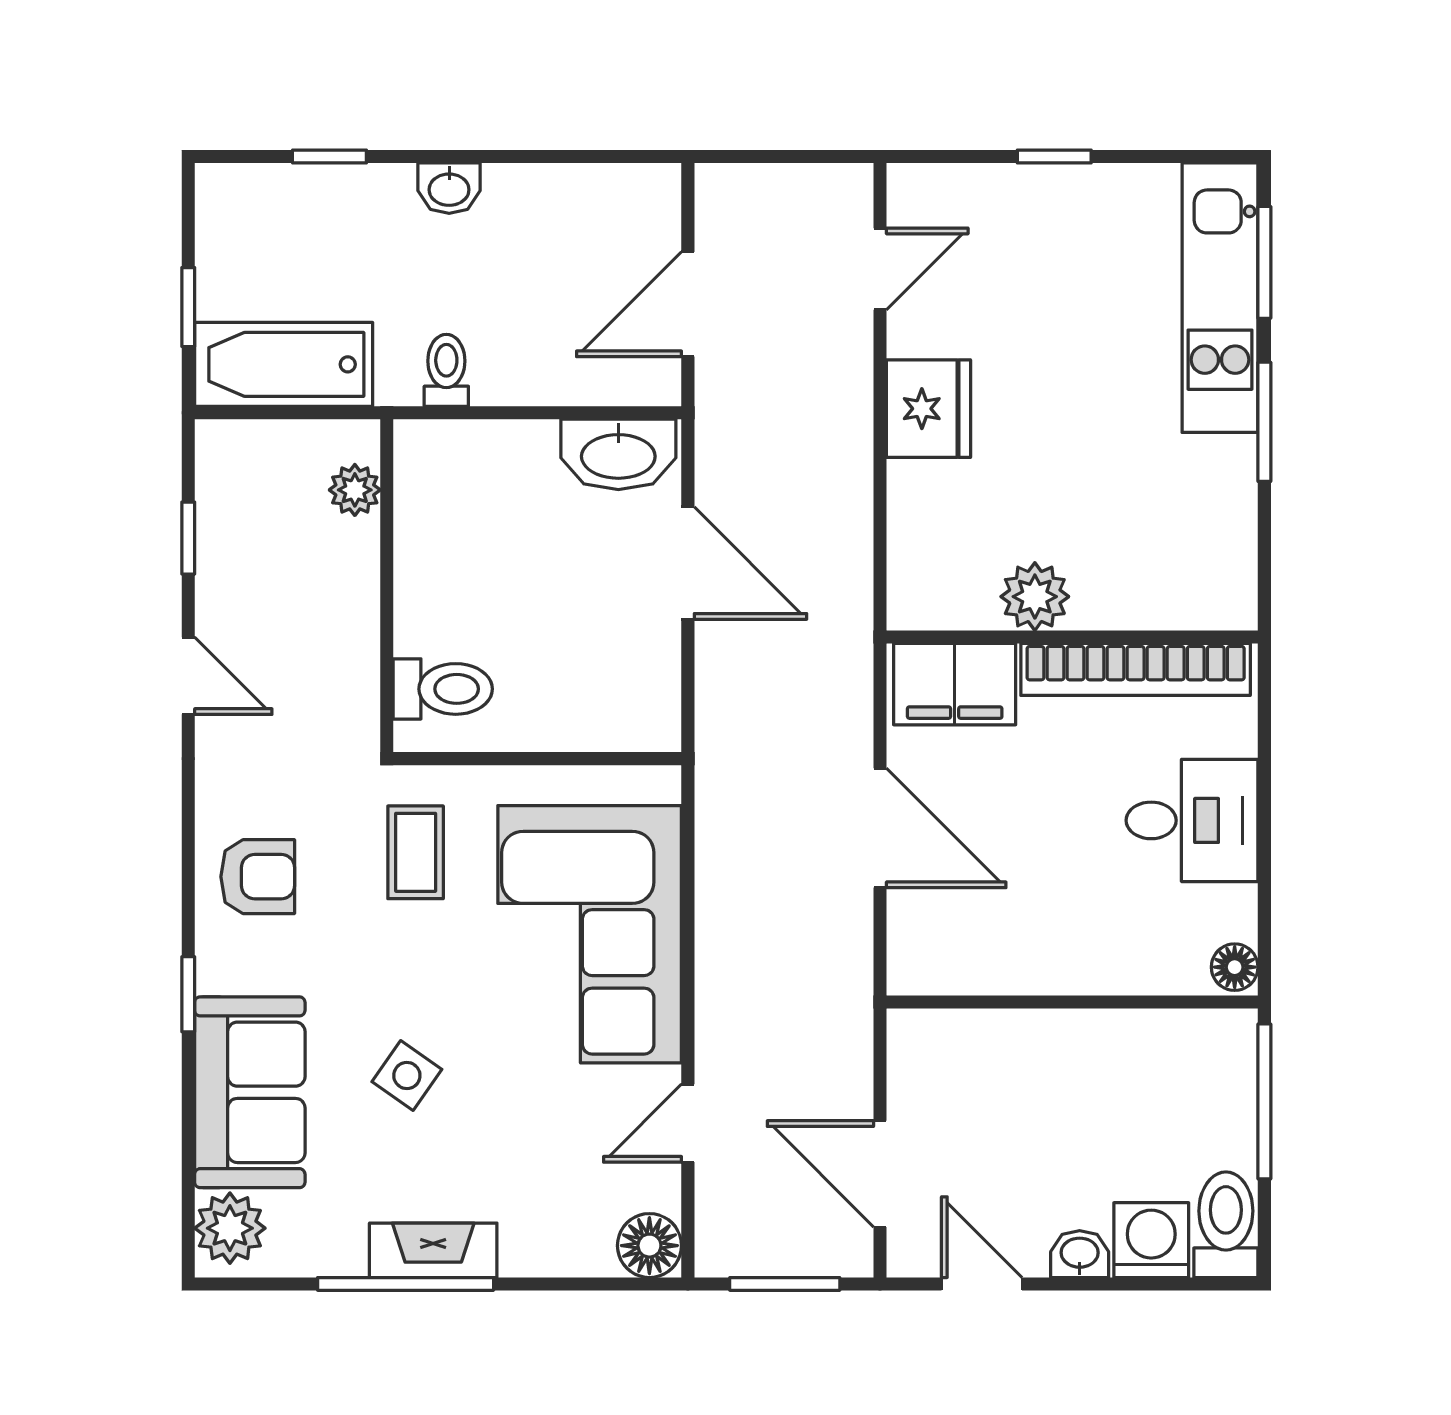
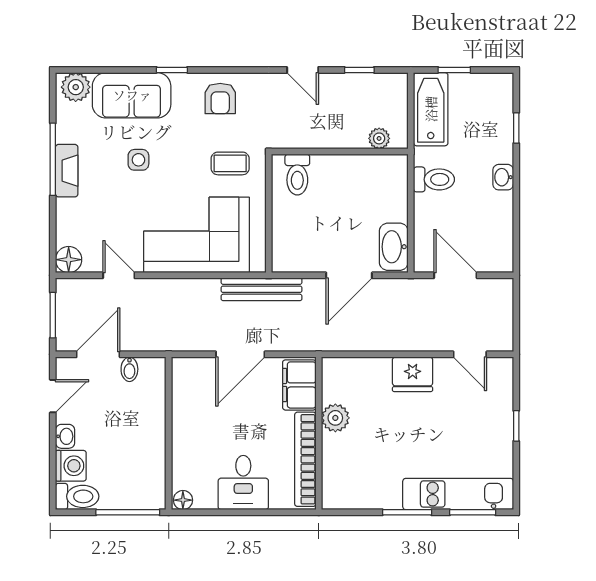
toilet: (446, 370) -> (434, 179), width x1.37, depth x1.39
door: (188, 676) -> (303, 70), hinge flipped
bench: (722, 776) -> (262, 289), added
side table: (407, 1076) -> (138, 160), turned -35
bidet: (916, 1097) -> (129, 369), added

